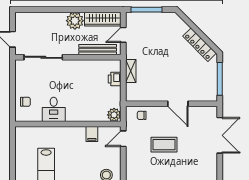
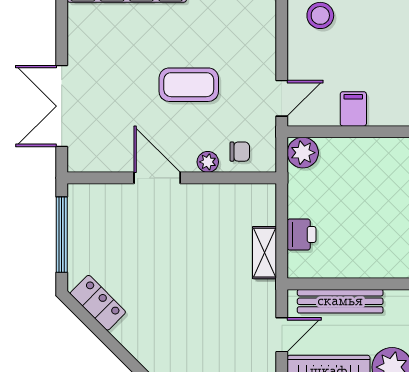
locker: (199, 45) -> (98, 303), width x0.66
plant: (156, 111) -> (208, 162), added

